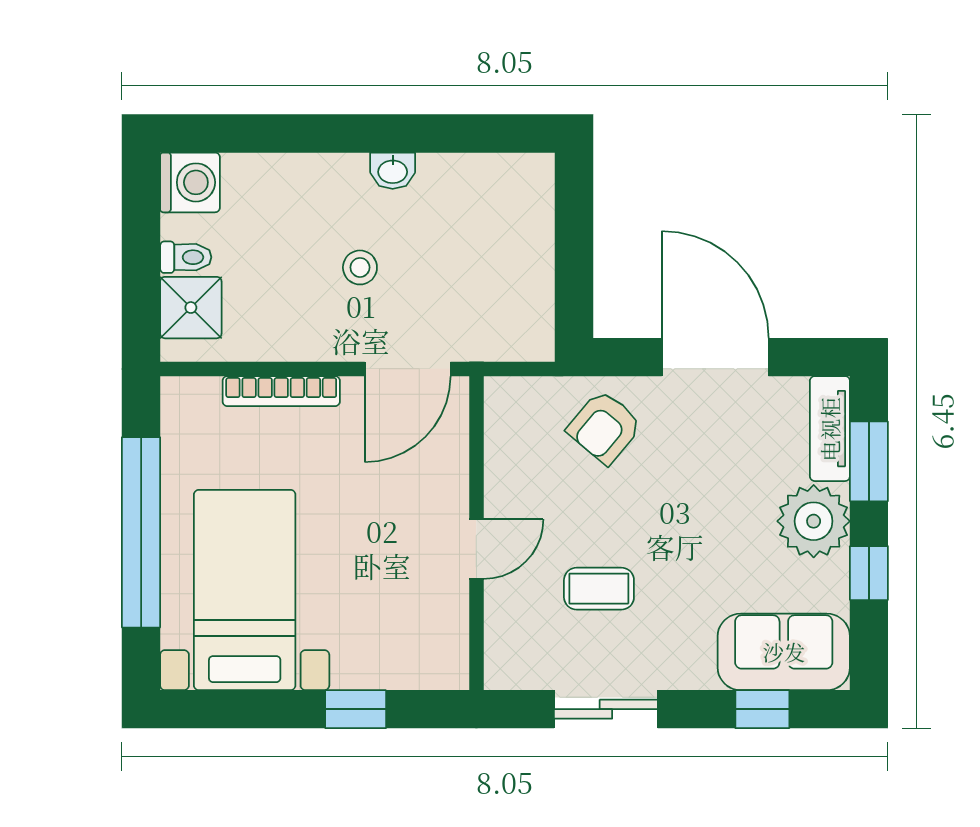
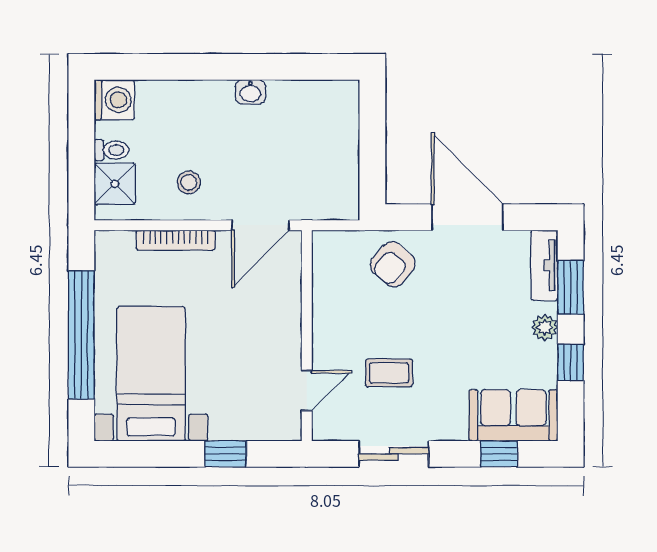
stool: (360, 267) -> (189, 182), moved
plant: (814, 521) -> (545, 328), width x0.53, depth x0.53
door: (476, 549) -> (307, 390), moved

